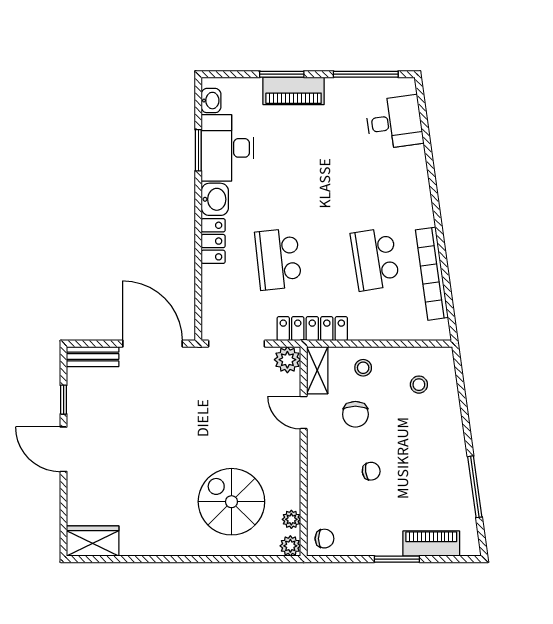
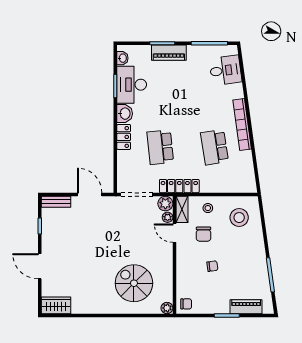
bookcase: (432, 274) -> (242, 125), moved
door: (153, 344) -> (90, 195), width x0.73
stool: (419, 385) -> (239, 218), width x1.89, depth x1.89
door: (64, 449) -> (40, 266), moved
plant: (291, 519) -> (168, 217), moved

